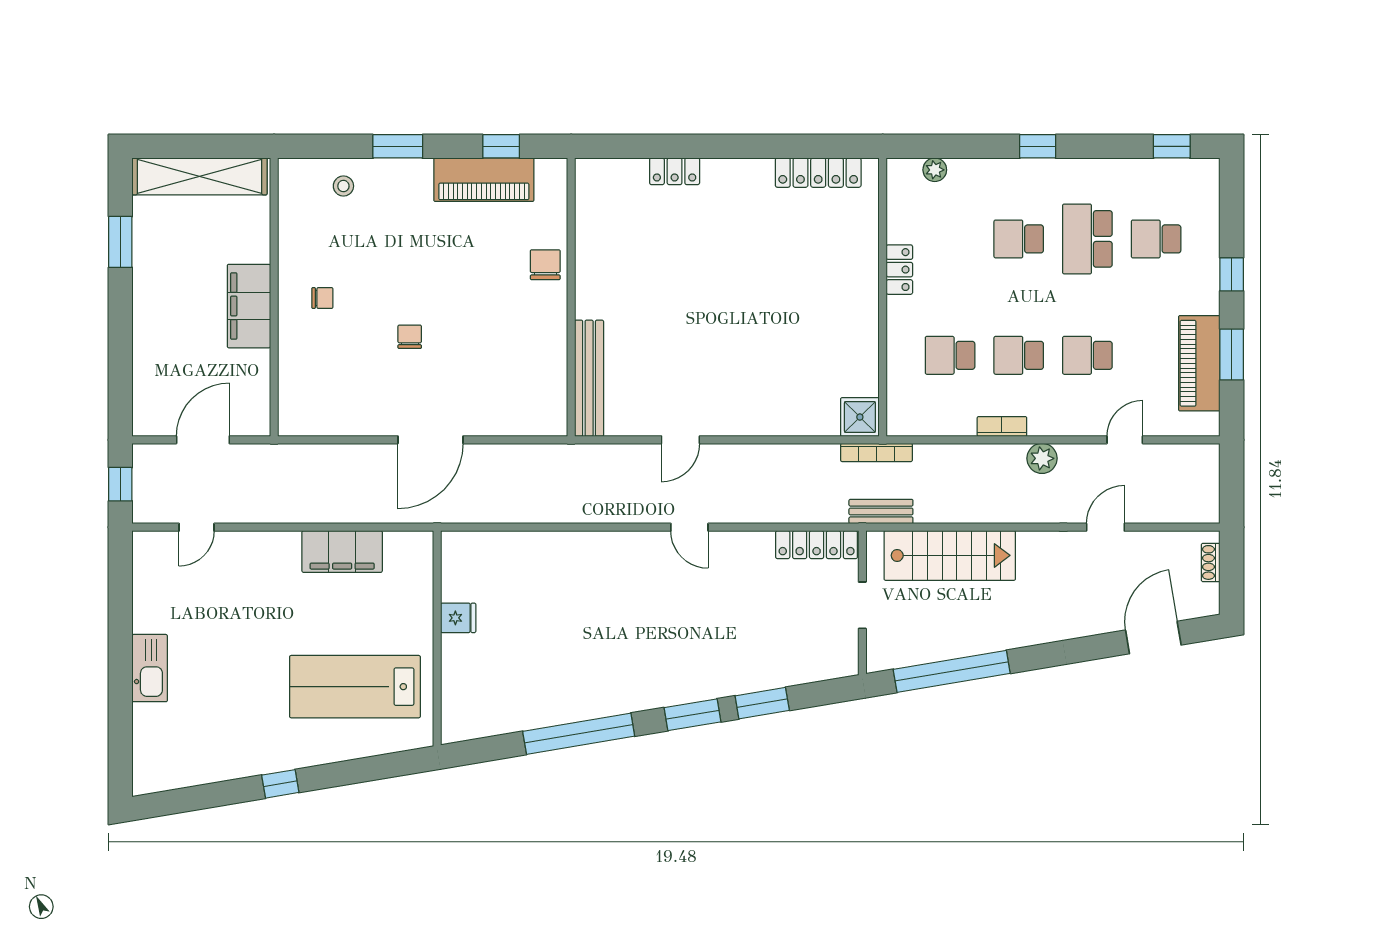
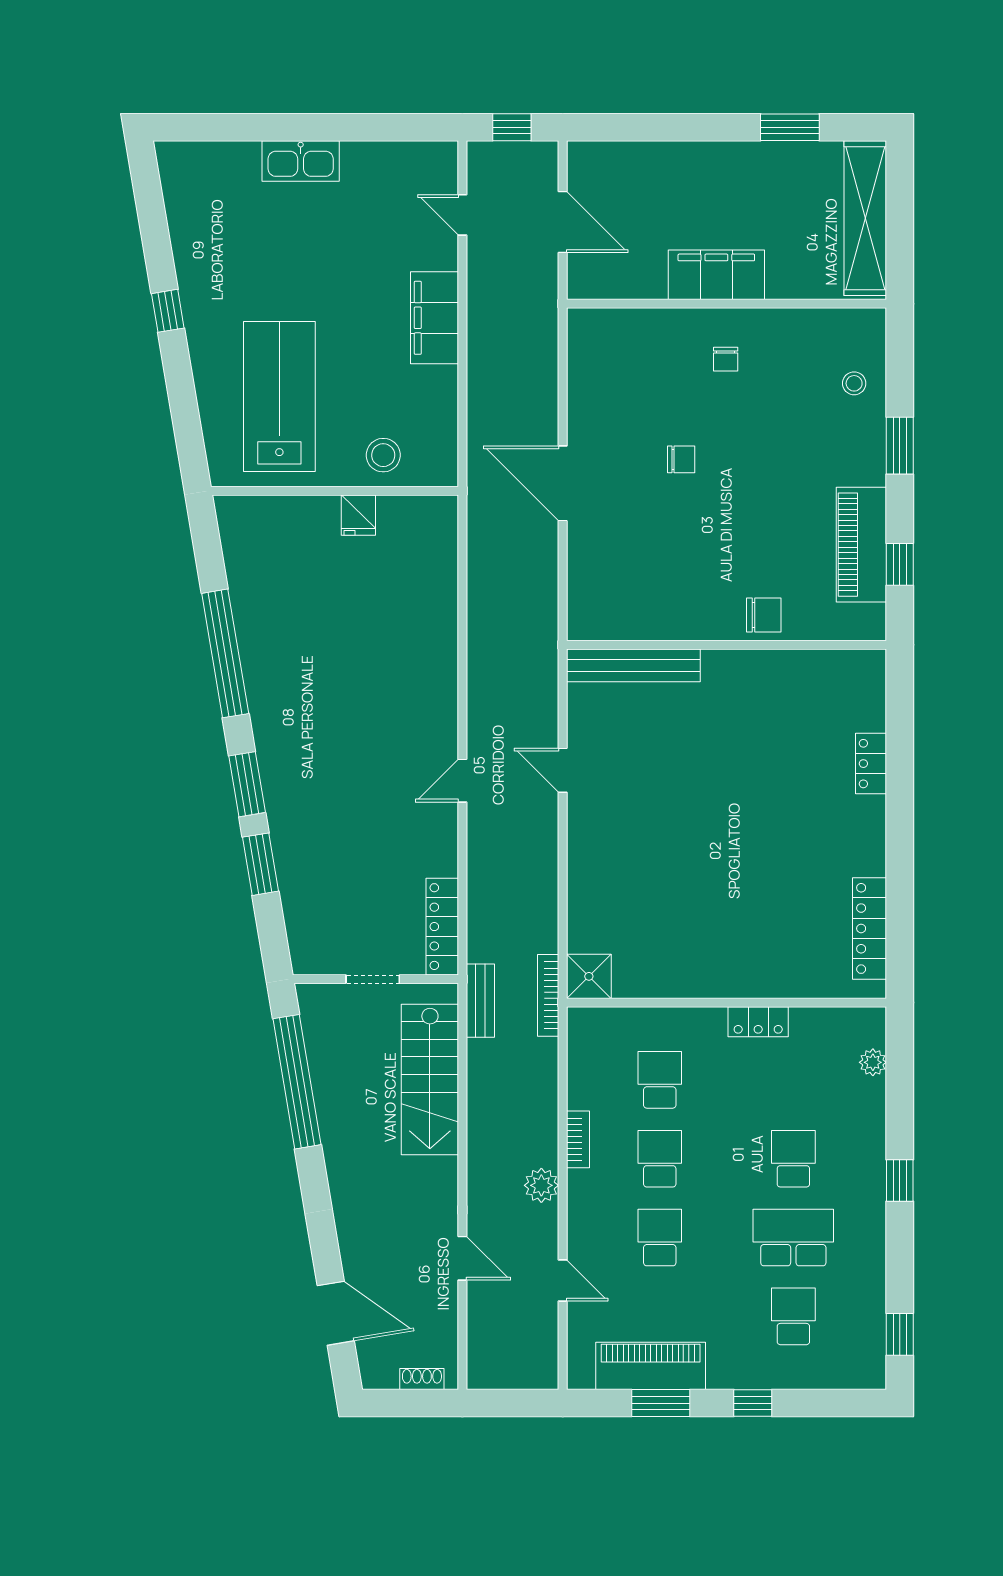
filing cabinet: (342, 552) -> (434, 318), moved
stool: (406, 596) -> (383, 455), added

